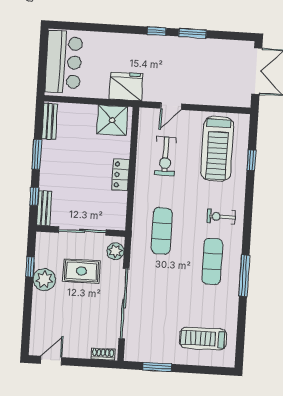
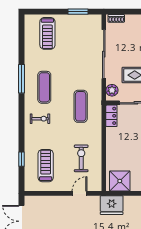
treadmill: (217, 149) -> (46, 166), width x0.73, depth x0.73
locker: (121, 175) -> (111, 116), moved
treadmill: (203, 339) -> (47, 33), turned 90

